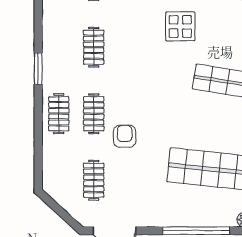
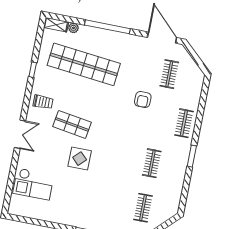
display table: (180, 26) -> (80, 159), moved
clothes rail: (94, 114) -> (161, 119), removed

